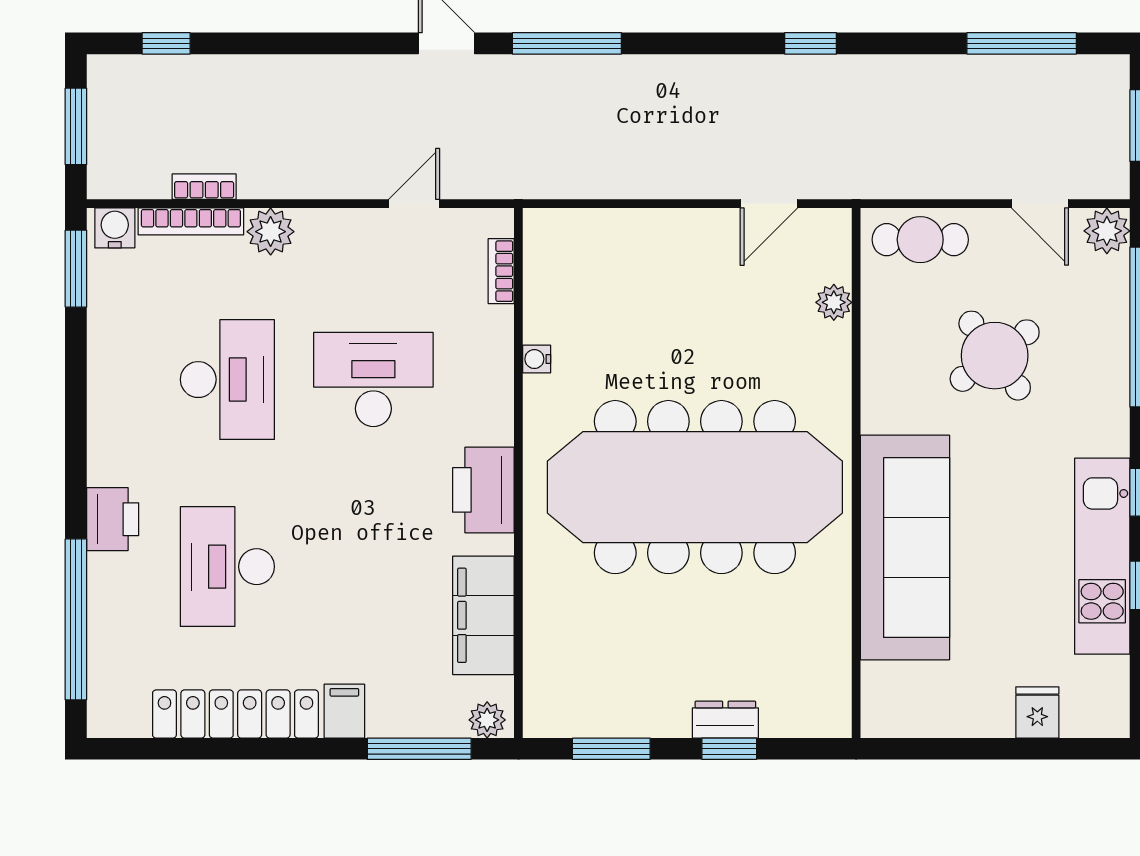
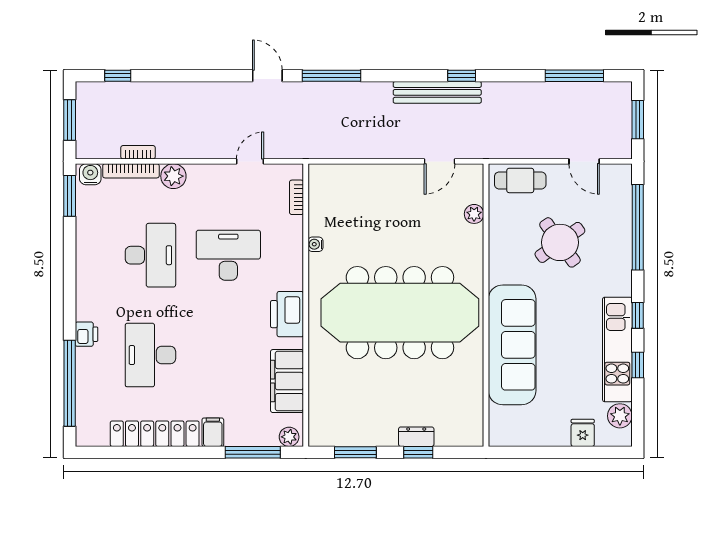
bench: (765, 75) -> (437, 92), added
plant: (1107, 231) -> (620, 416), moved
printer: (113, 519) -> (86, 334), width x0.73, depth x0.81

